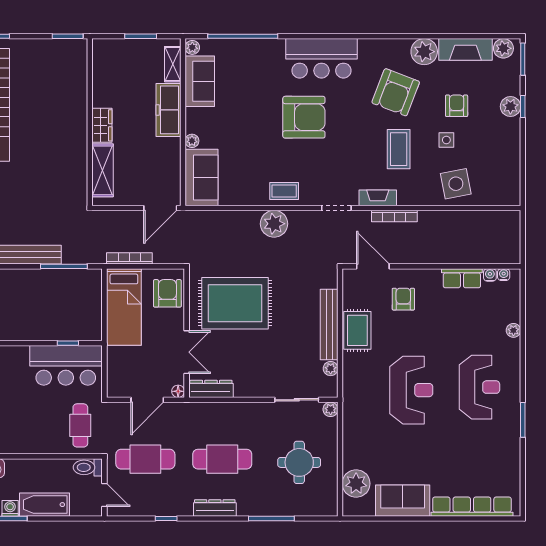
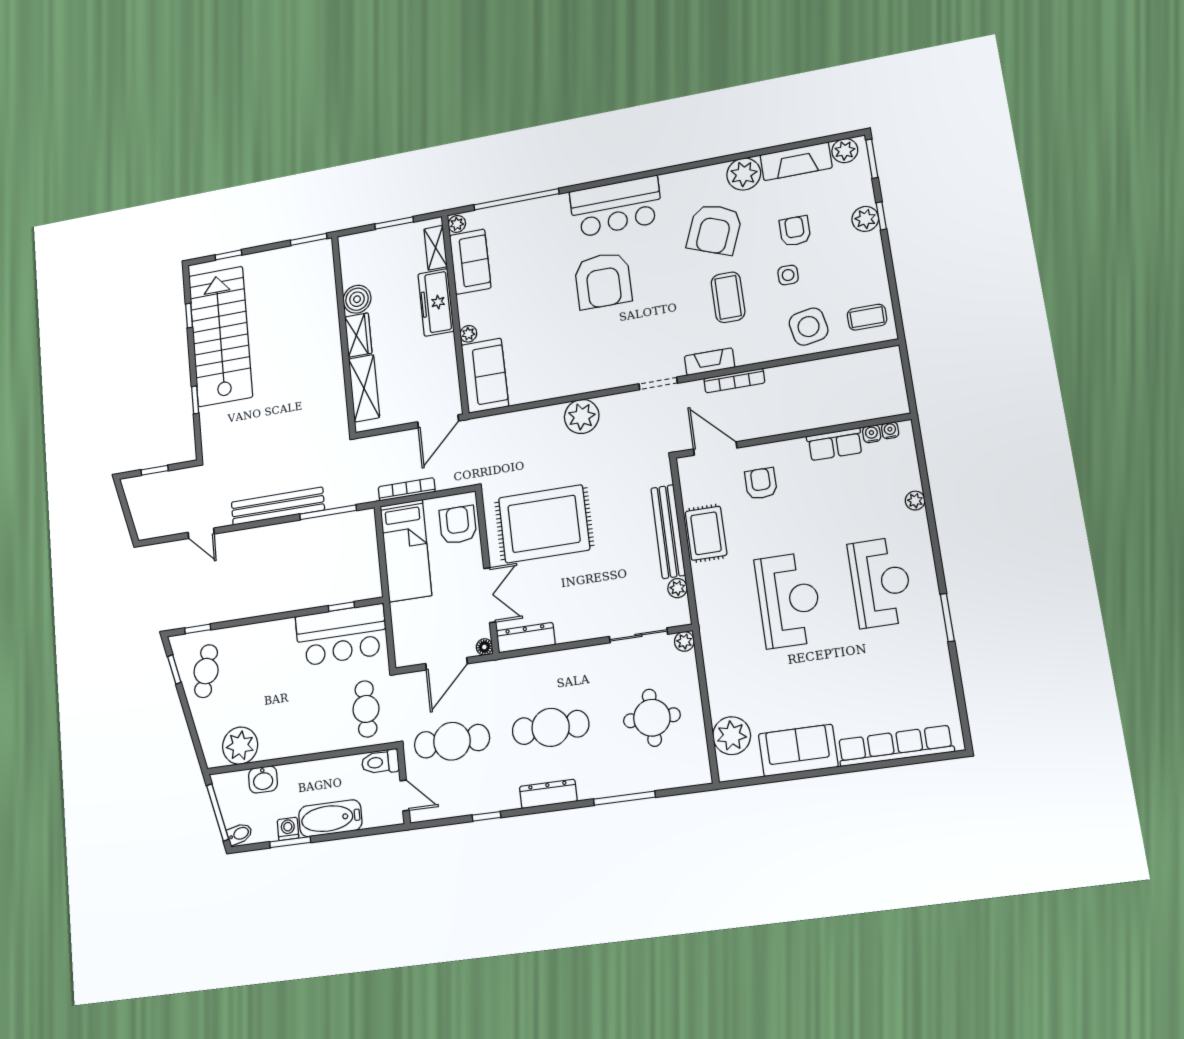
boiler: (104, 95) -> (357, 299), added
armchair: (304, 117) -> (603, 280), turned 90
coffee table: (284, 191) -> (867, 317), moved

